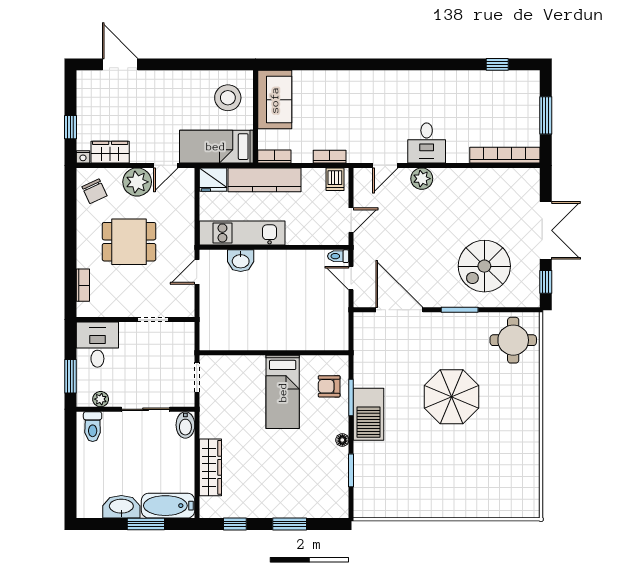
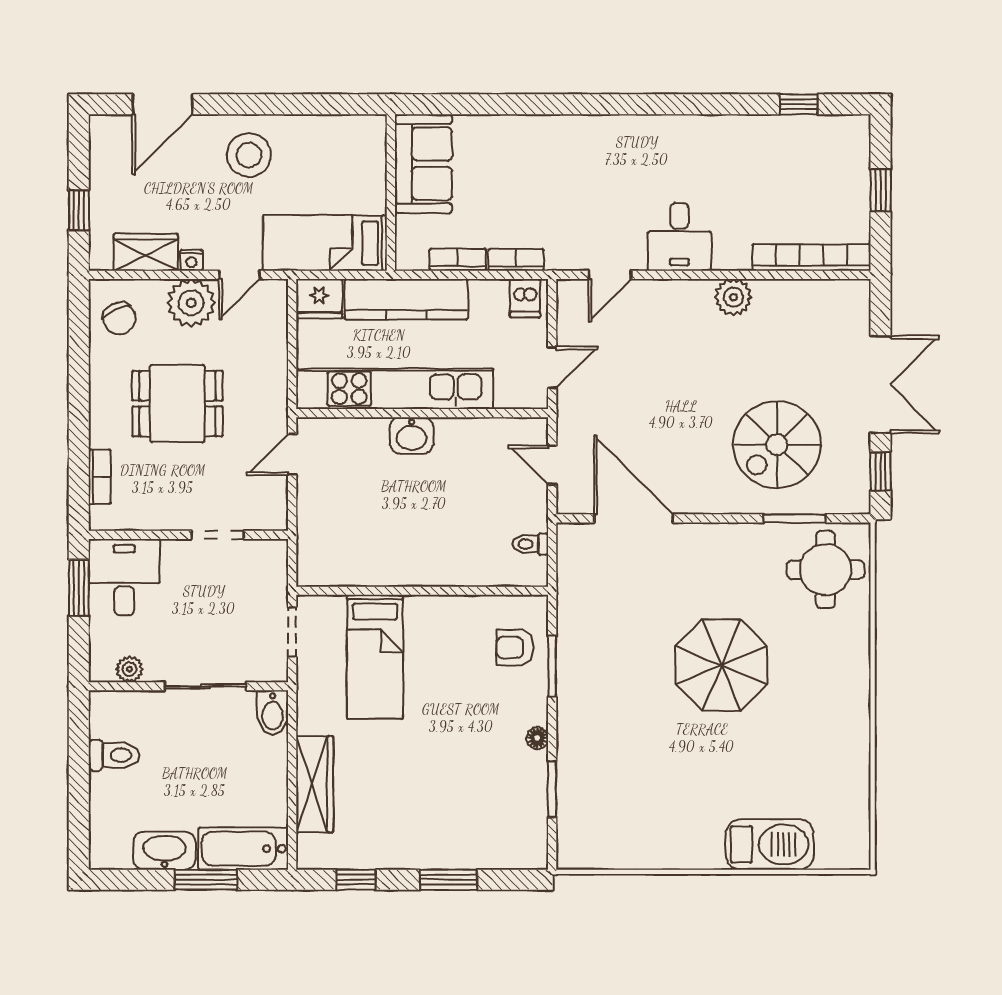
door: (120, 64) -> (162, 104), swing flipped
stool: (228, 98) -> (249, 155), moved
window: (546, 115) -> (881, 190), width x0.67
bookcase: (274, 156) -> (458, 260), moved
nightstand: (83, 157) -> (191, 260), moved
plant: (422, 179) -> (733, 297), moved
kitchen unit: (242, 233) -> (395, 389), width x1.36
toilet: (338, 256) -> (530, 544), moved
washbasin: (241, 261) -> (412, 435), moved
window: (460, 310) -> (795, 518), moved
window: (71, 376) -> (79, 588), moved
bed: (283, 392) -> (375, 657), moved
barbecue: (368, 414) -> (770, 844), moved, turned -90
toilet: (93, 427) -> (114, 755), moved, turned -90

